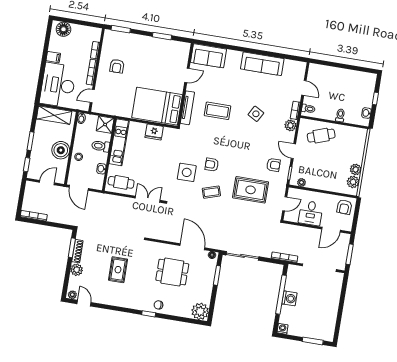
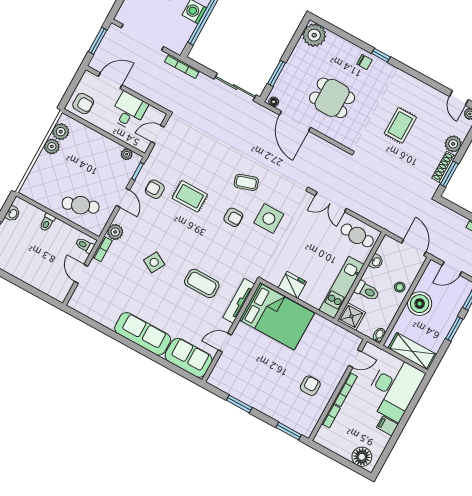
sofa: (262, 64) -> (143, 334), moved
rug: (251, 190) -> (190, 196), moved, width x0.73, depth x0.70
armchair: (344, 207) -> (83, 104), turned 88

